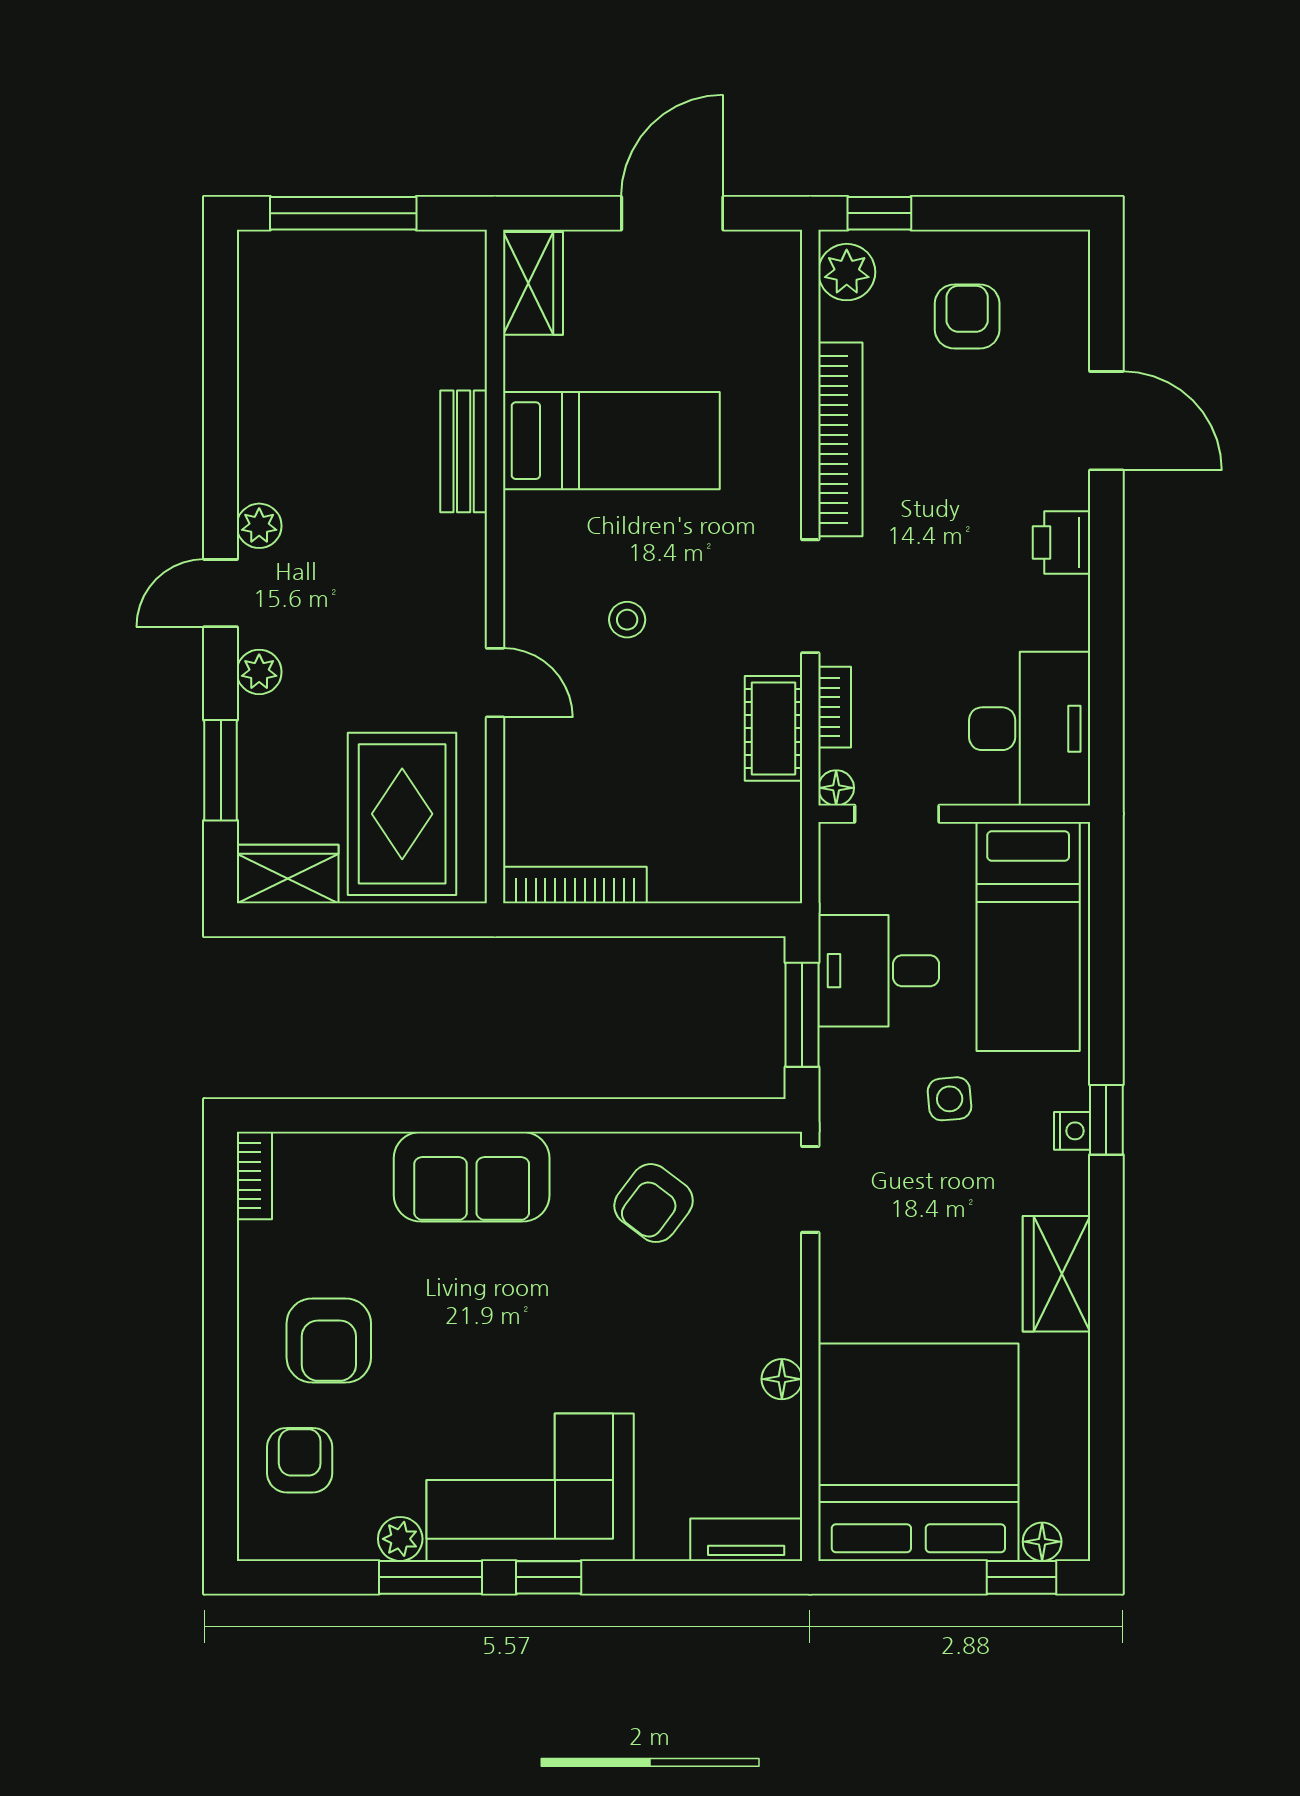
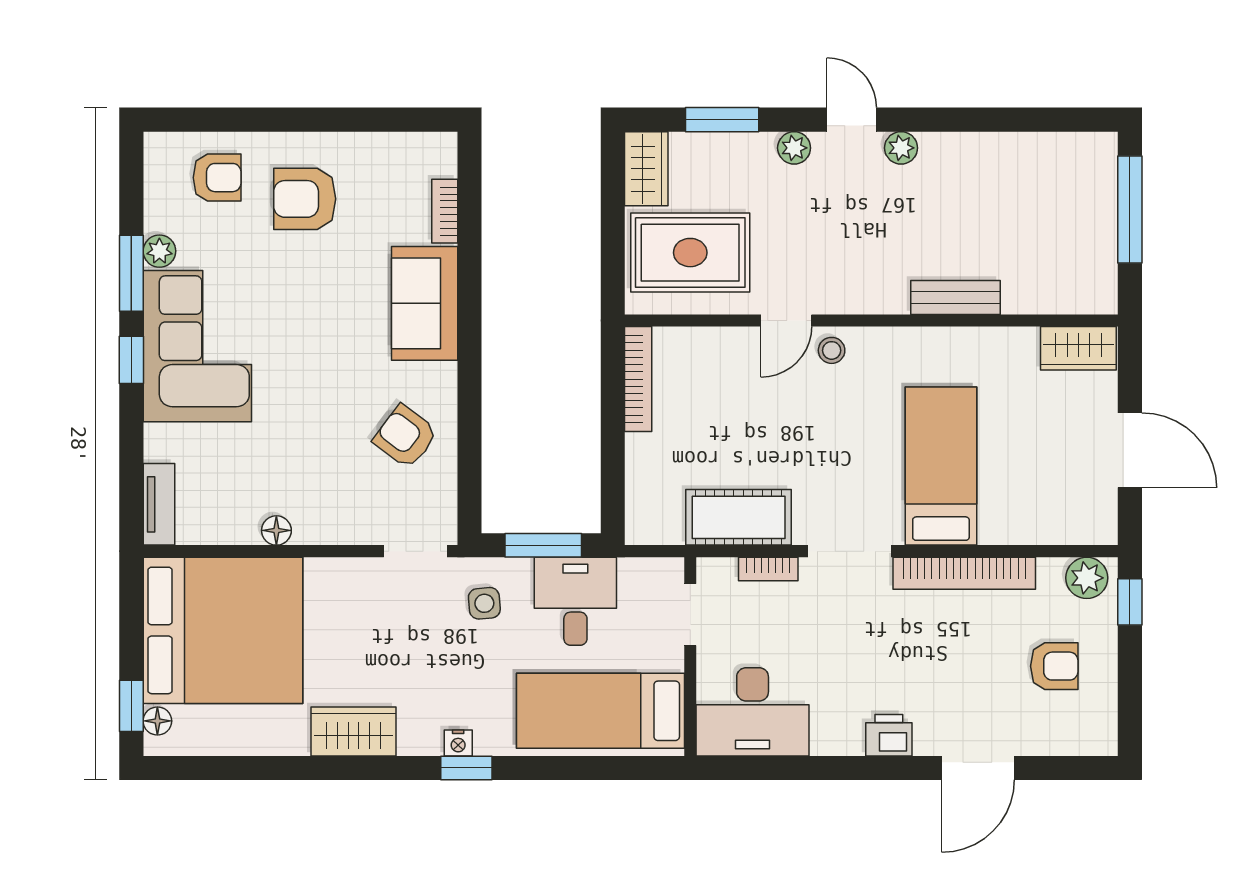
bed: (611, 441) -> (941, 466), moved, turned 180
stool: (627, 620) -> (832, 350), moved
cot: (773, 728) -> (739, 517), width x1.37, depth x1.34
floor lamp: (836, 788) -> (709, 570), removed
side table: (950, 1099) -> (484, 603), moved
bookcase: (254, 1176) -> (445, 211), moved, turned 90

